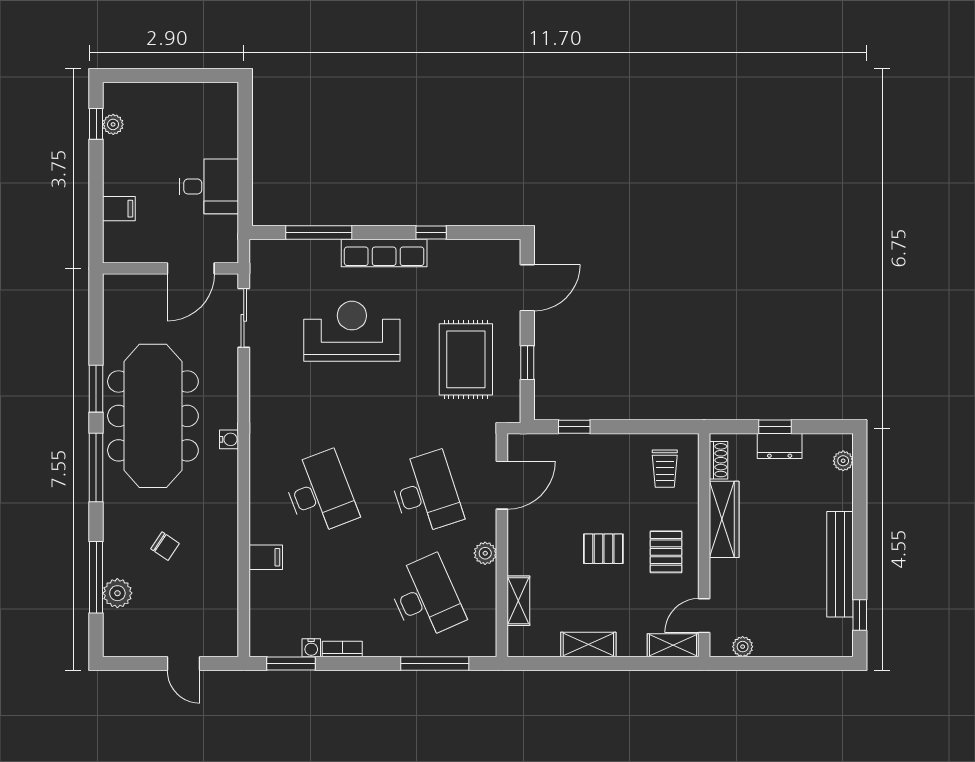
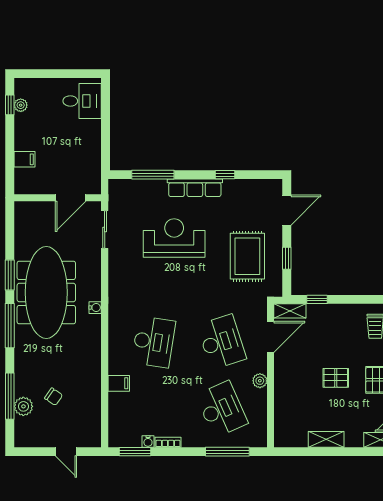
desk: (209, 186) -> (82, 101), moved
desk: (320, 493) -> (154, 342), turned 30
chair: (165, 546) -> (54, 397), moved
shelving: (518, 601) -> (290, 311), moved, turned 90

